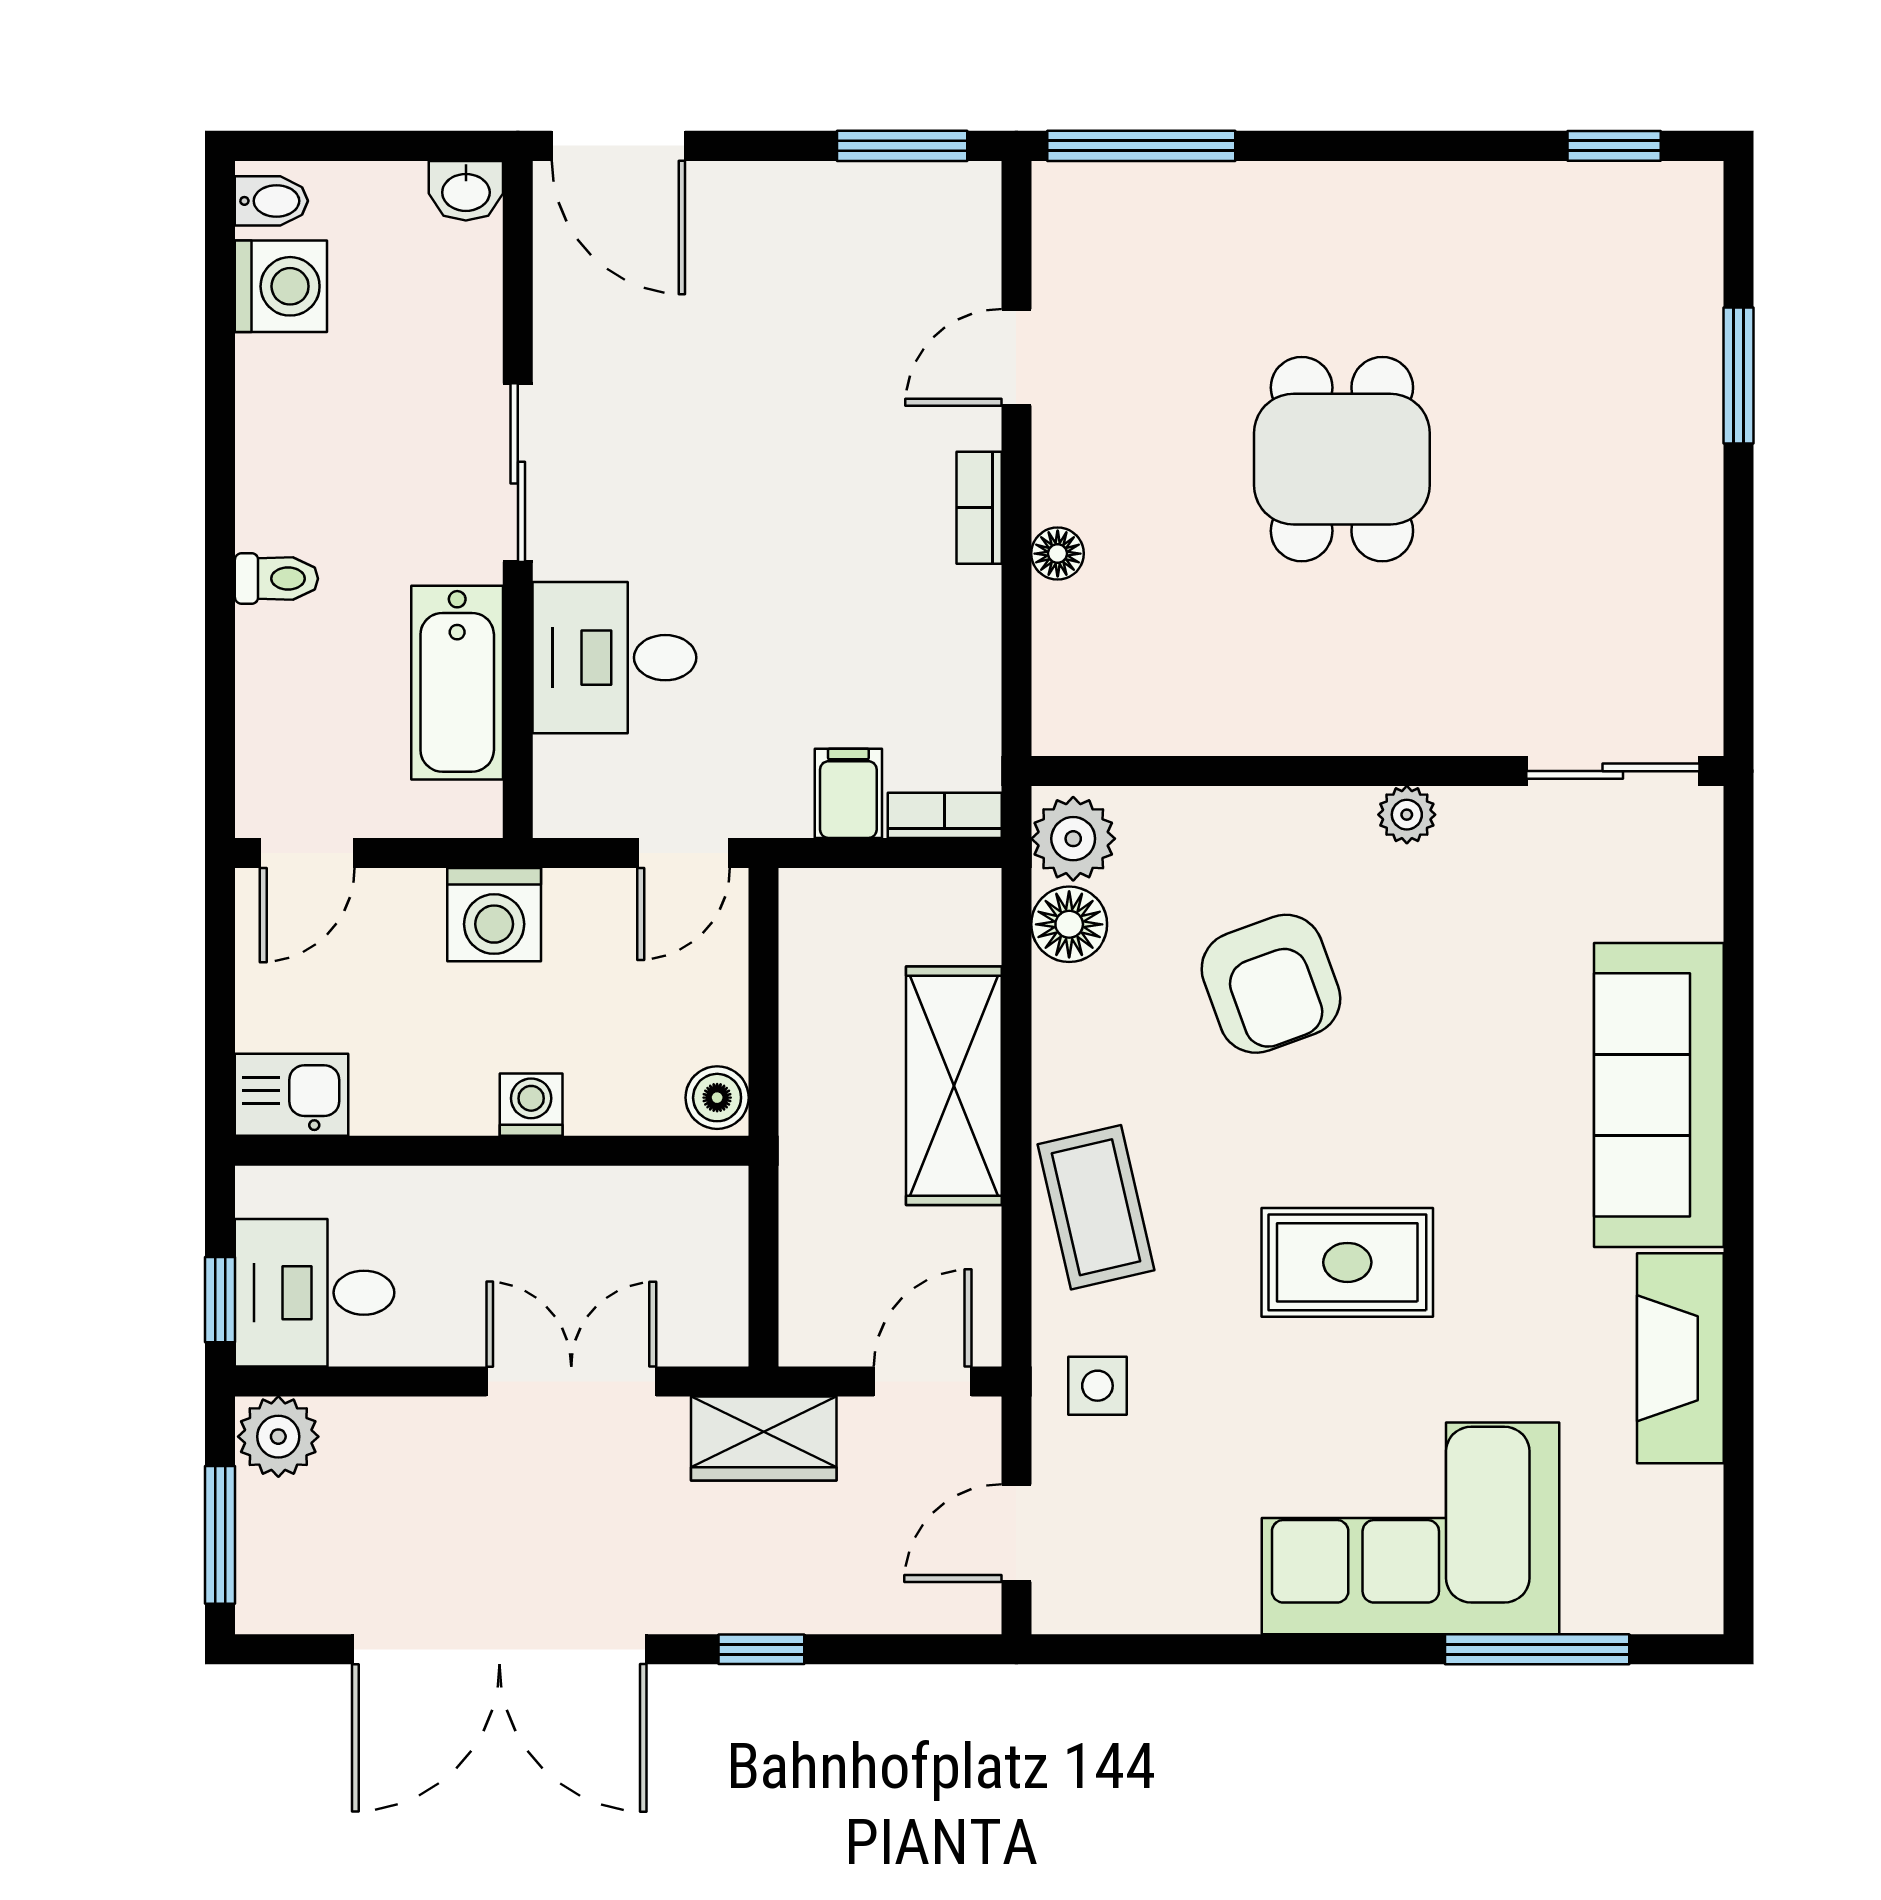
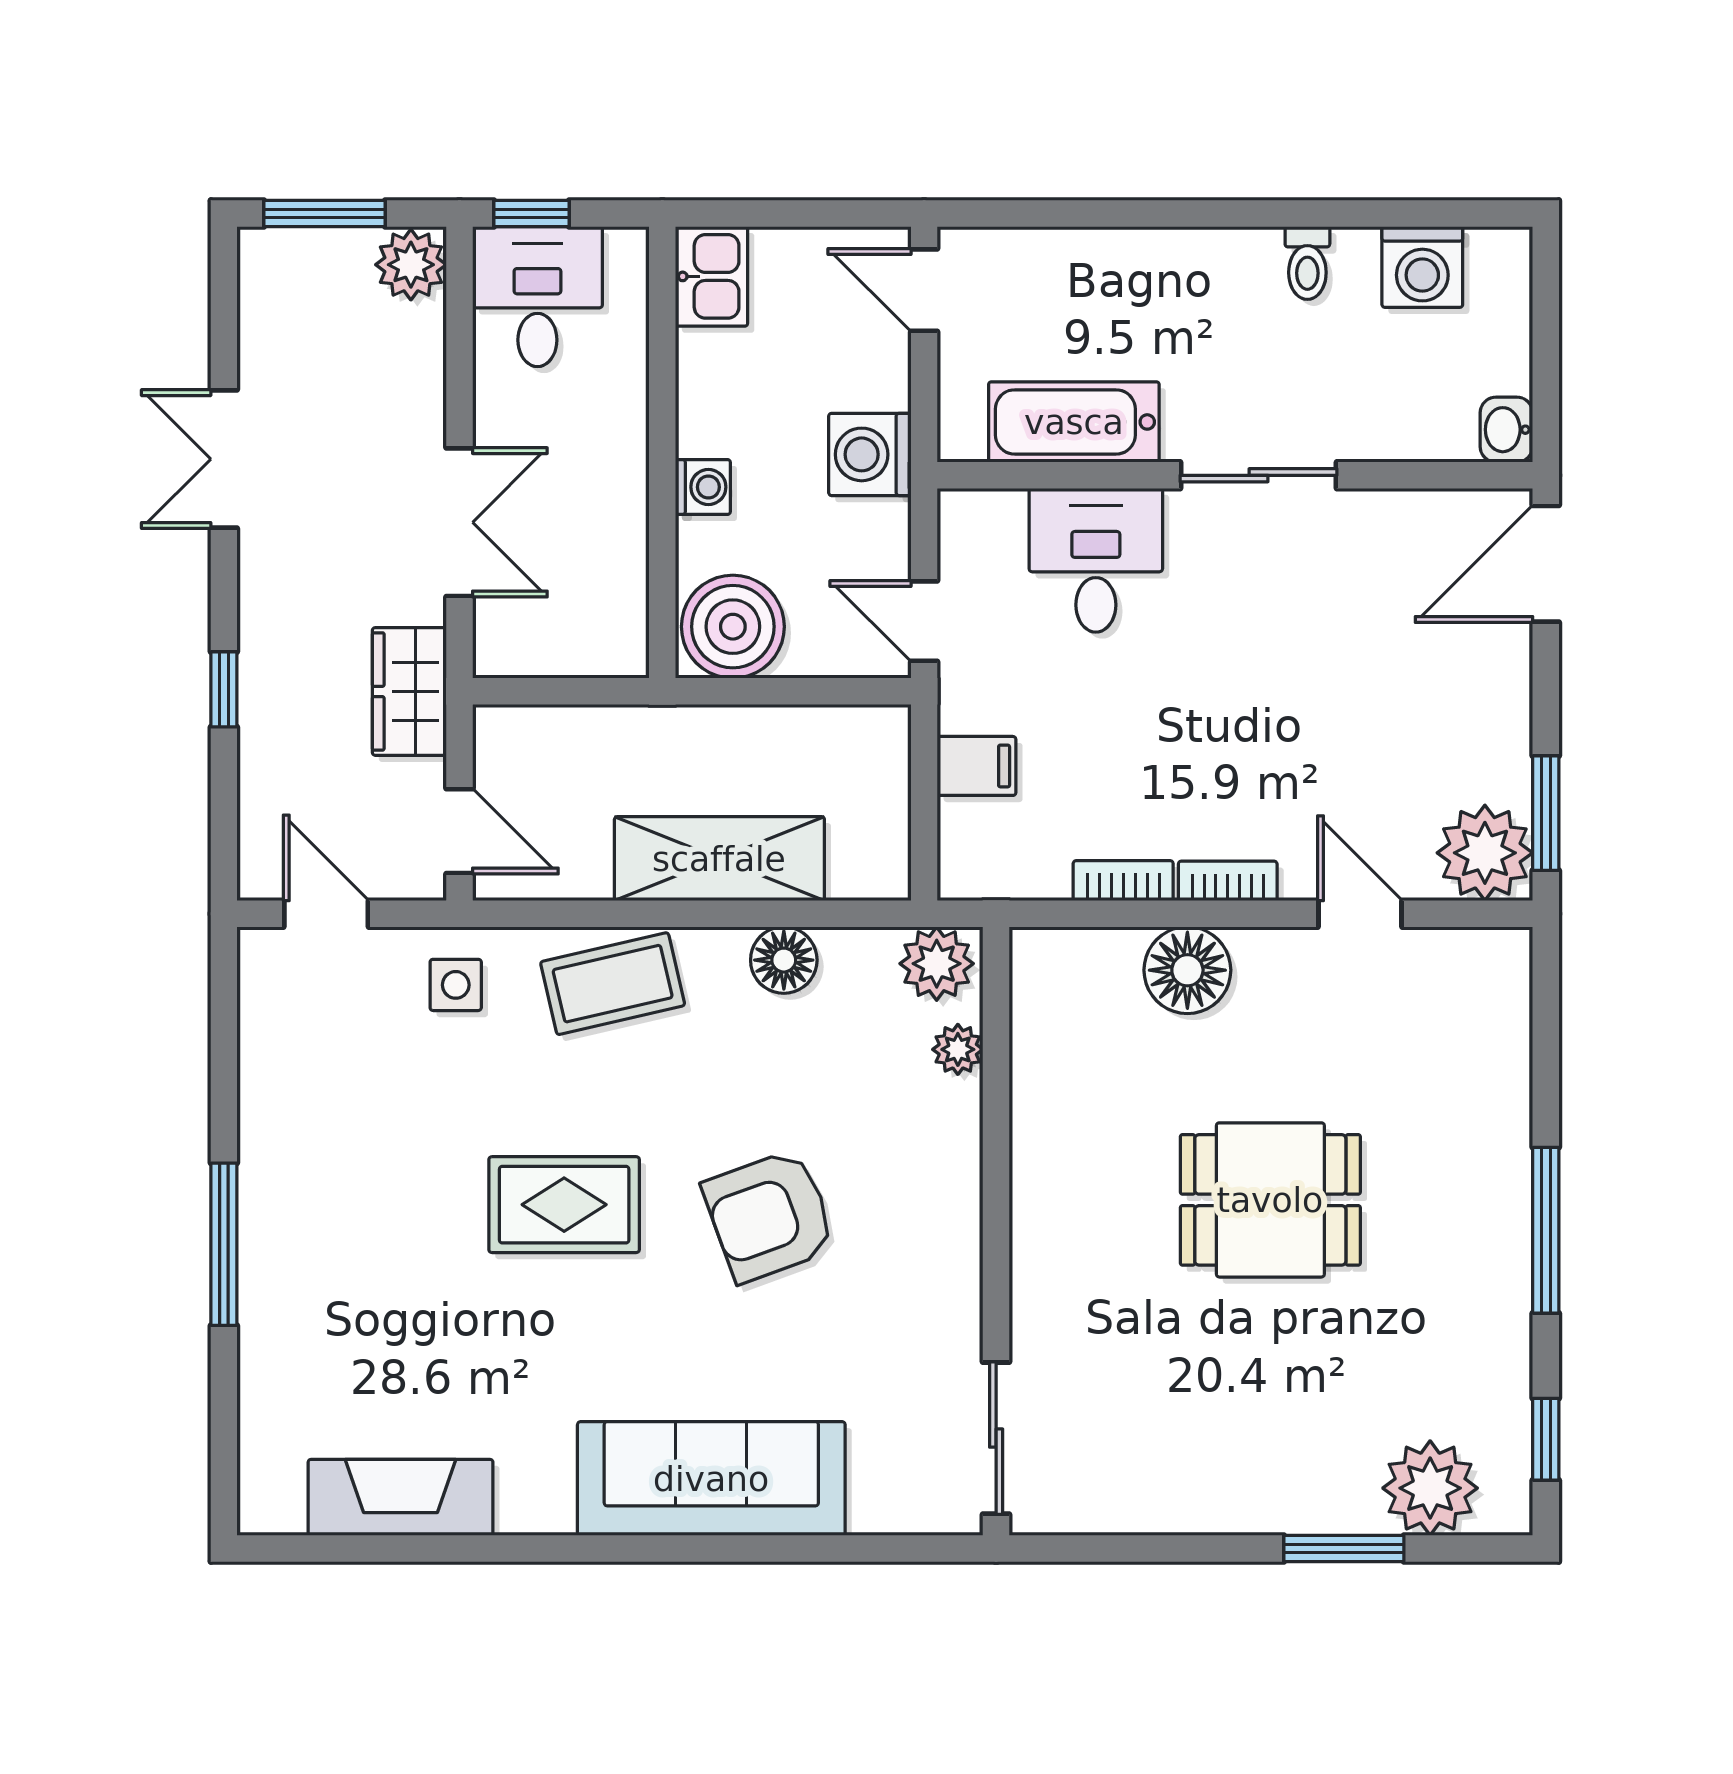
window: (1141, 146) -> (1546, 1230), moved
bidet: (271, 201) -> (1497, 259), removed
plant: (947, 215) -> (1485, 853), added
plant: (1670, 277) -> (1430, 1488), added
floor lamp: (1058, 554) -> (1187, 970), width x1.89, depth x1.89
toilet: (276, 579) -> (1307, 263), moved
bookcase: (945, 815) -> (1123, 881), moved, turned -90
plant: (1407, 815) -> (958, 1049), moved
floor lamp: (1069, 924) -> (784, 960), moved
armchair: (1271, 984) -> (769, 1216), moved
boiler: (717, 1098) -> (733, 627), width x1.86, depth x1.86
rug: (1347, 1262) -> (564, 1205), turned 90
fireplace: (1680, 1358) -> (401, 1497), moved
corner sofa: (1410, 1528) -> (330, 1260), removed
double door: (499, 1649) -> (224, 459), width x0.54
window: (1537, 1649) -> (224, 1244), moved

